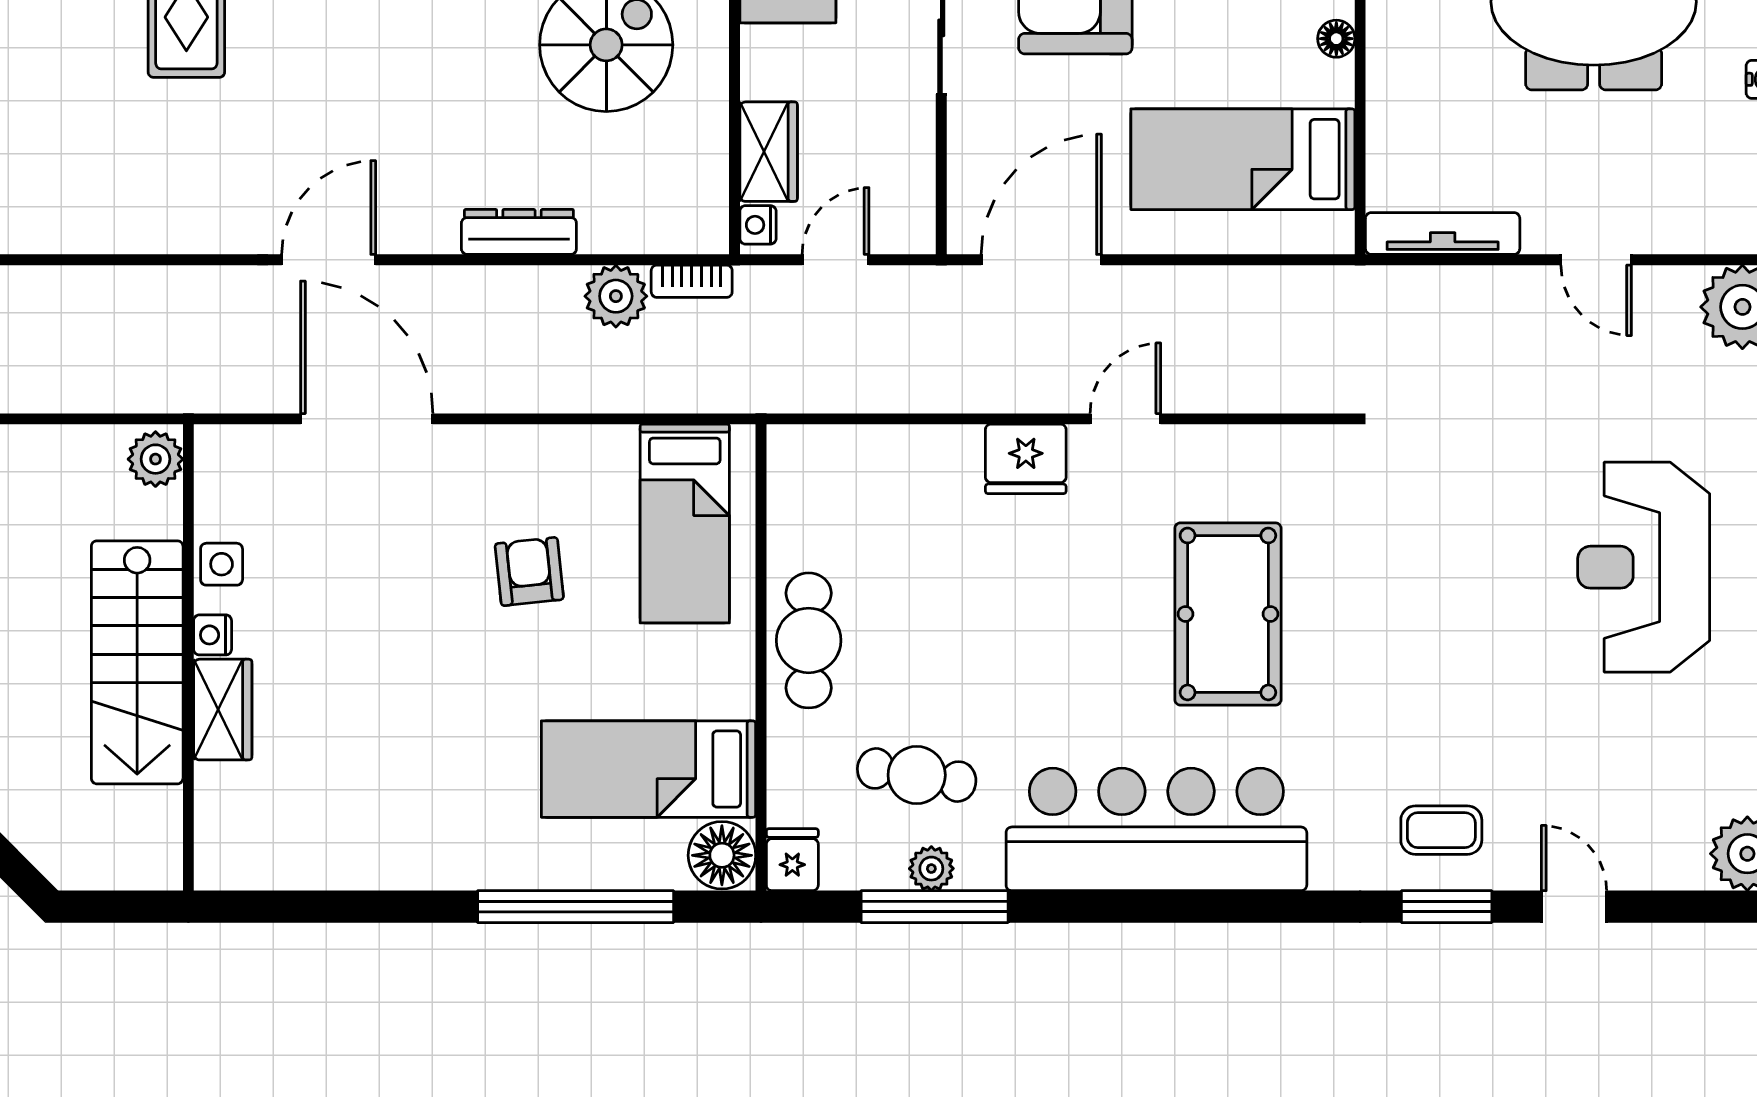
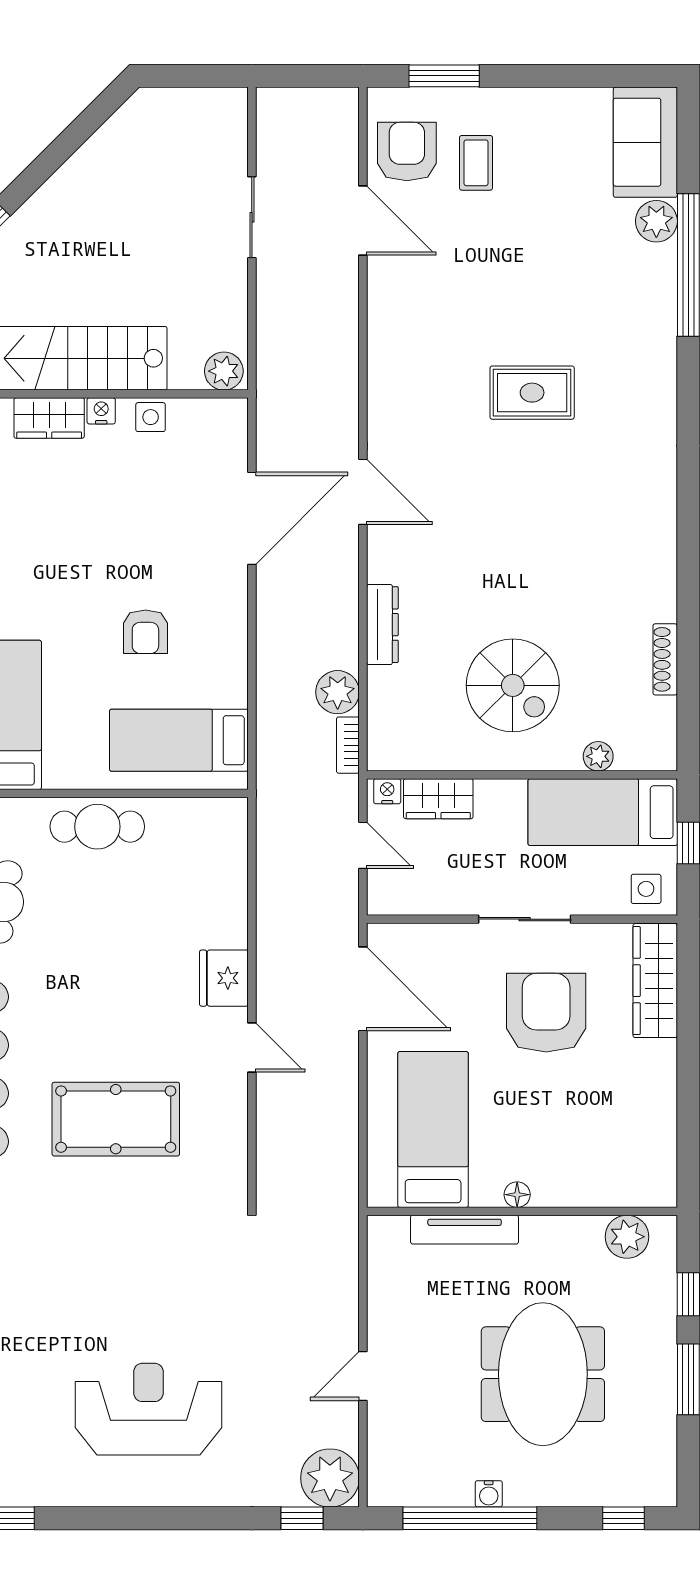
tv unit: (1443, 234) -> (465, 1230), moved, turned 90
armchair: (529, 572) -> (145, 632), turned 96

